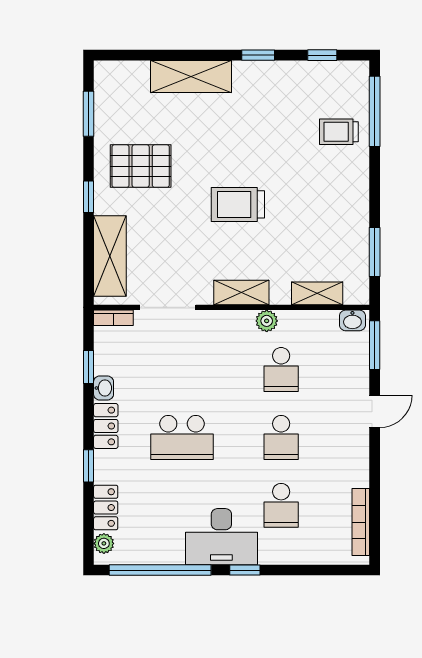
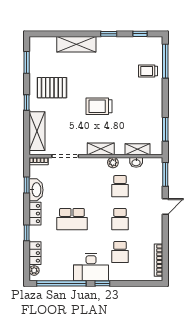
washbasin: (352, 320) -> (136, 162), moved
washbasin: (104, 388) -> (36, 190), width x1.91, depth x1.45

